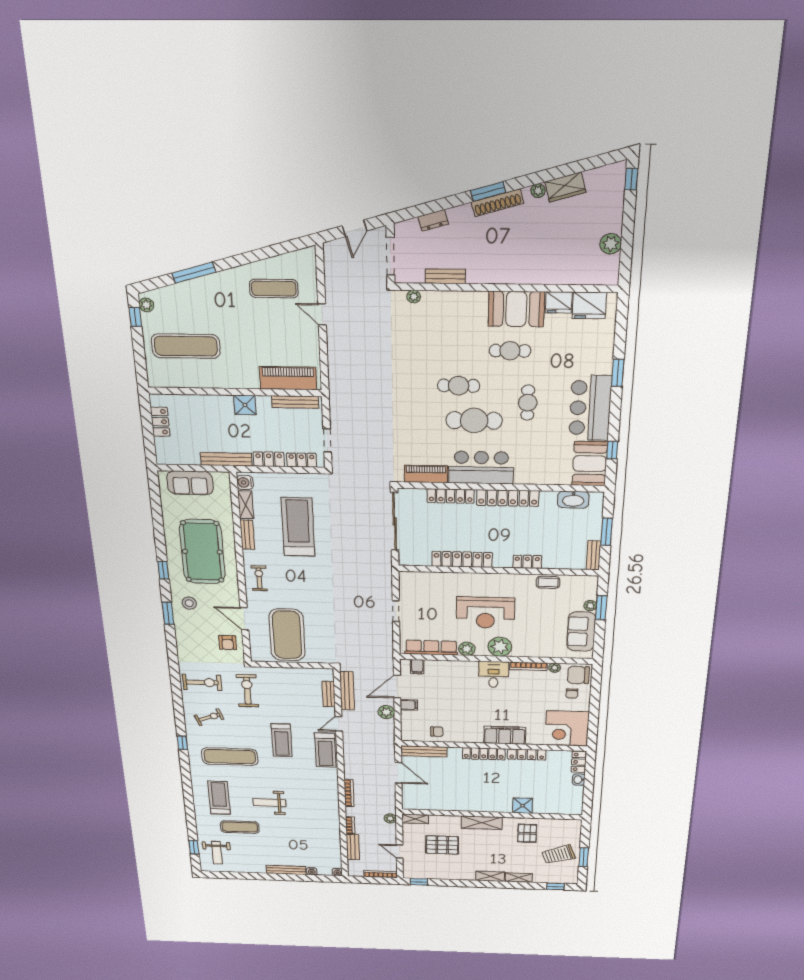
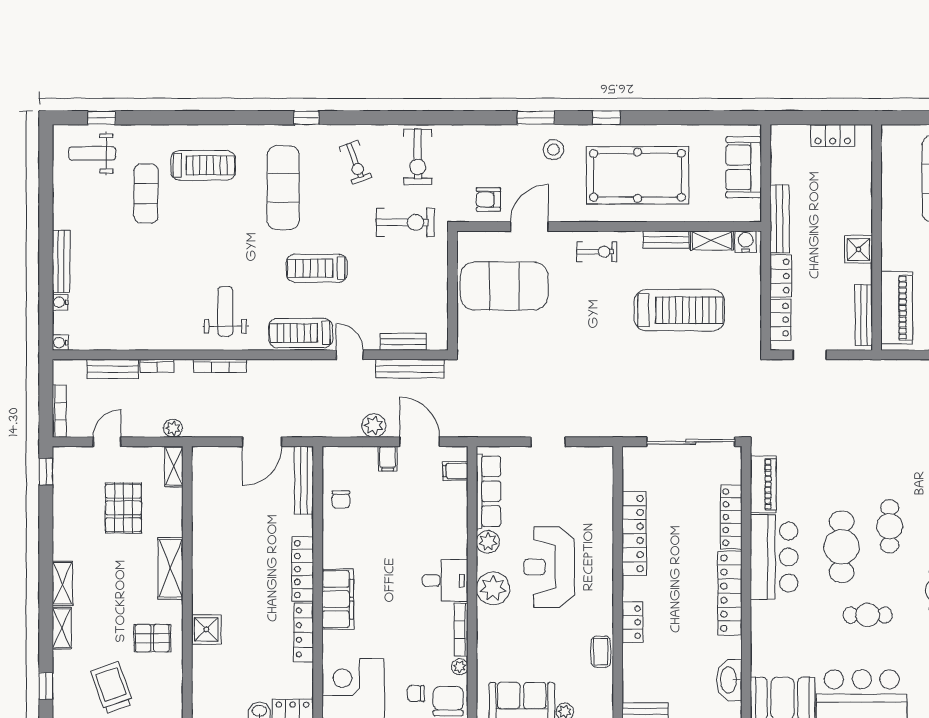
weight bench: (269, 803) -> (225, 311), moved

